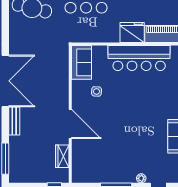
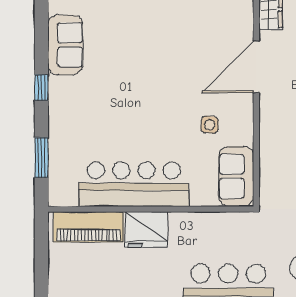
door: (70, 124) -> (256, 67), hinge flipped

